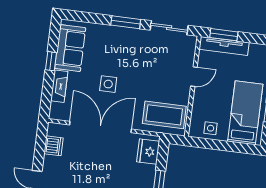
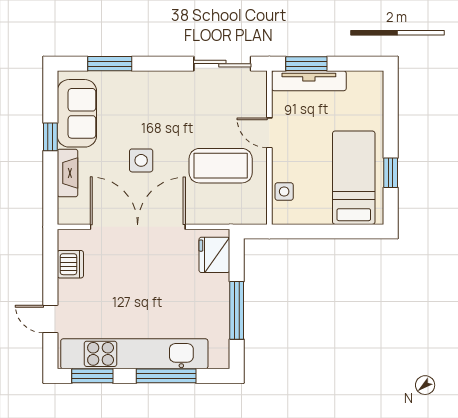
window: (126, 22) -> (110, 64), moved
door: (194, 77) -> (269, 133), swing flipped
coffee table: (164, 115) -> (221, 166), moved
side table: (211, 128) -> (284, 191), moved

